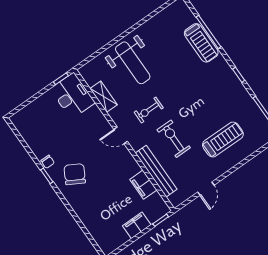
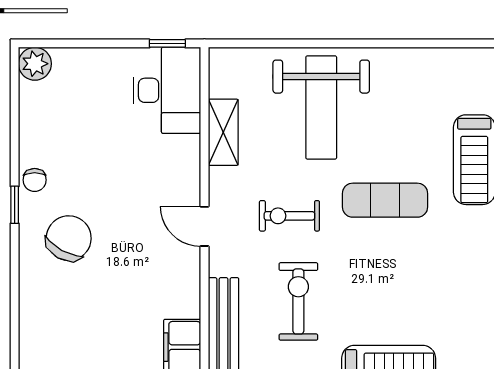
exercise mat: (179, 80) -> (385, 200), added
plant: (18, 120) -> (35, 64), added

